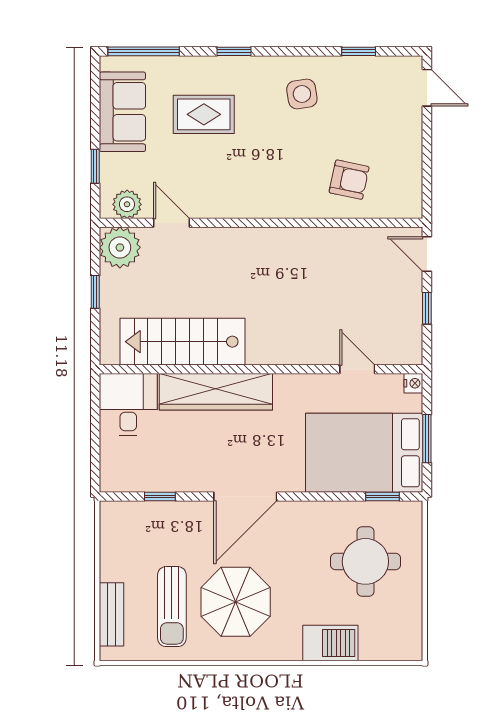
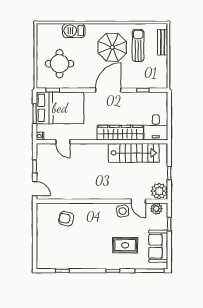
door: (427, 88) -> (35, 256), removed
side table: (302, 94) -> (123, 211), moved

